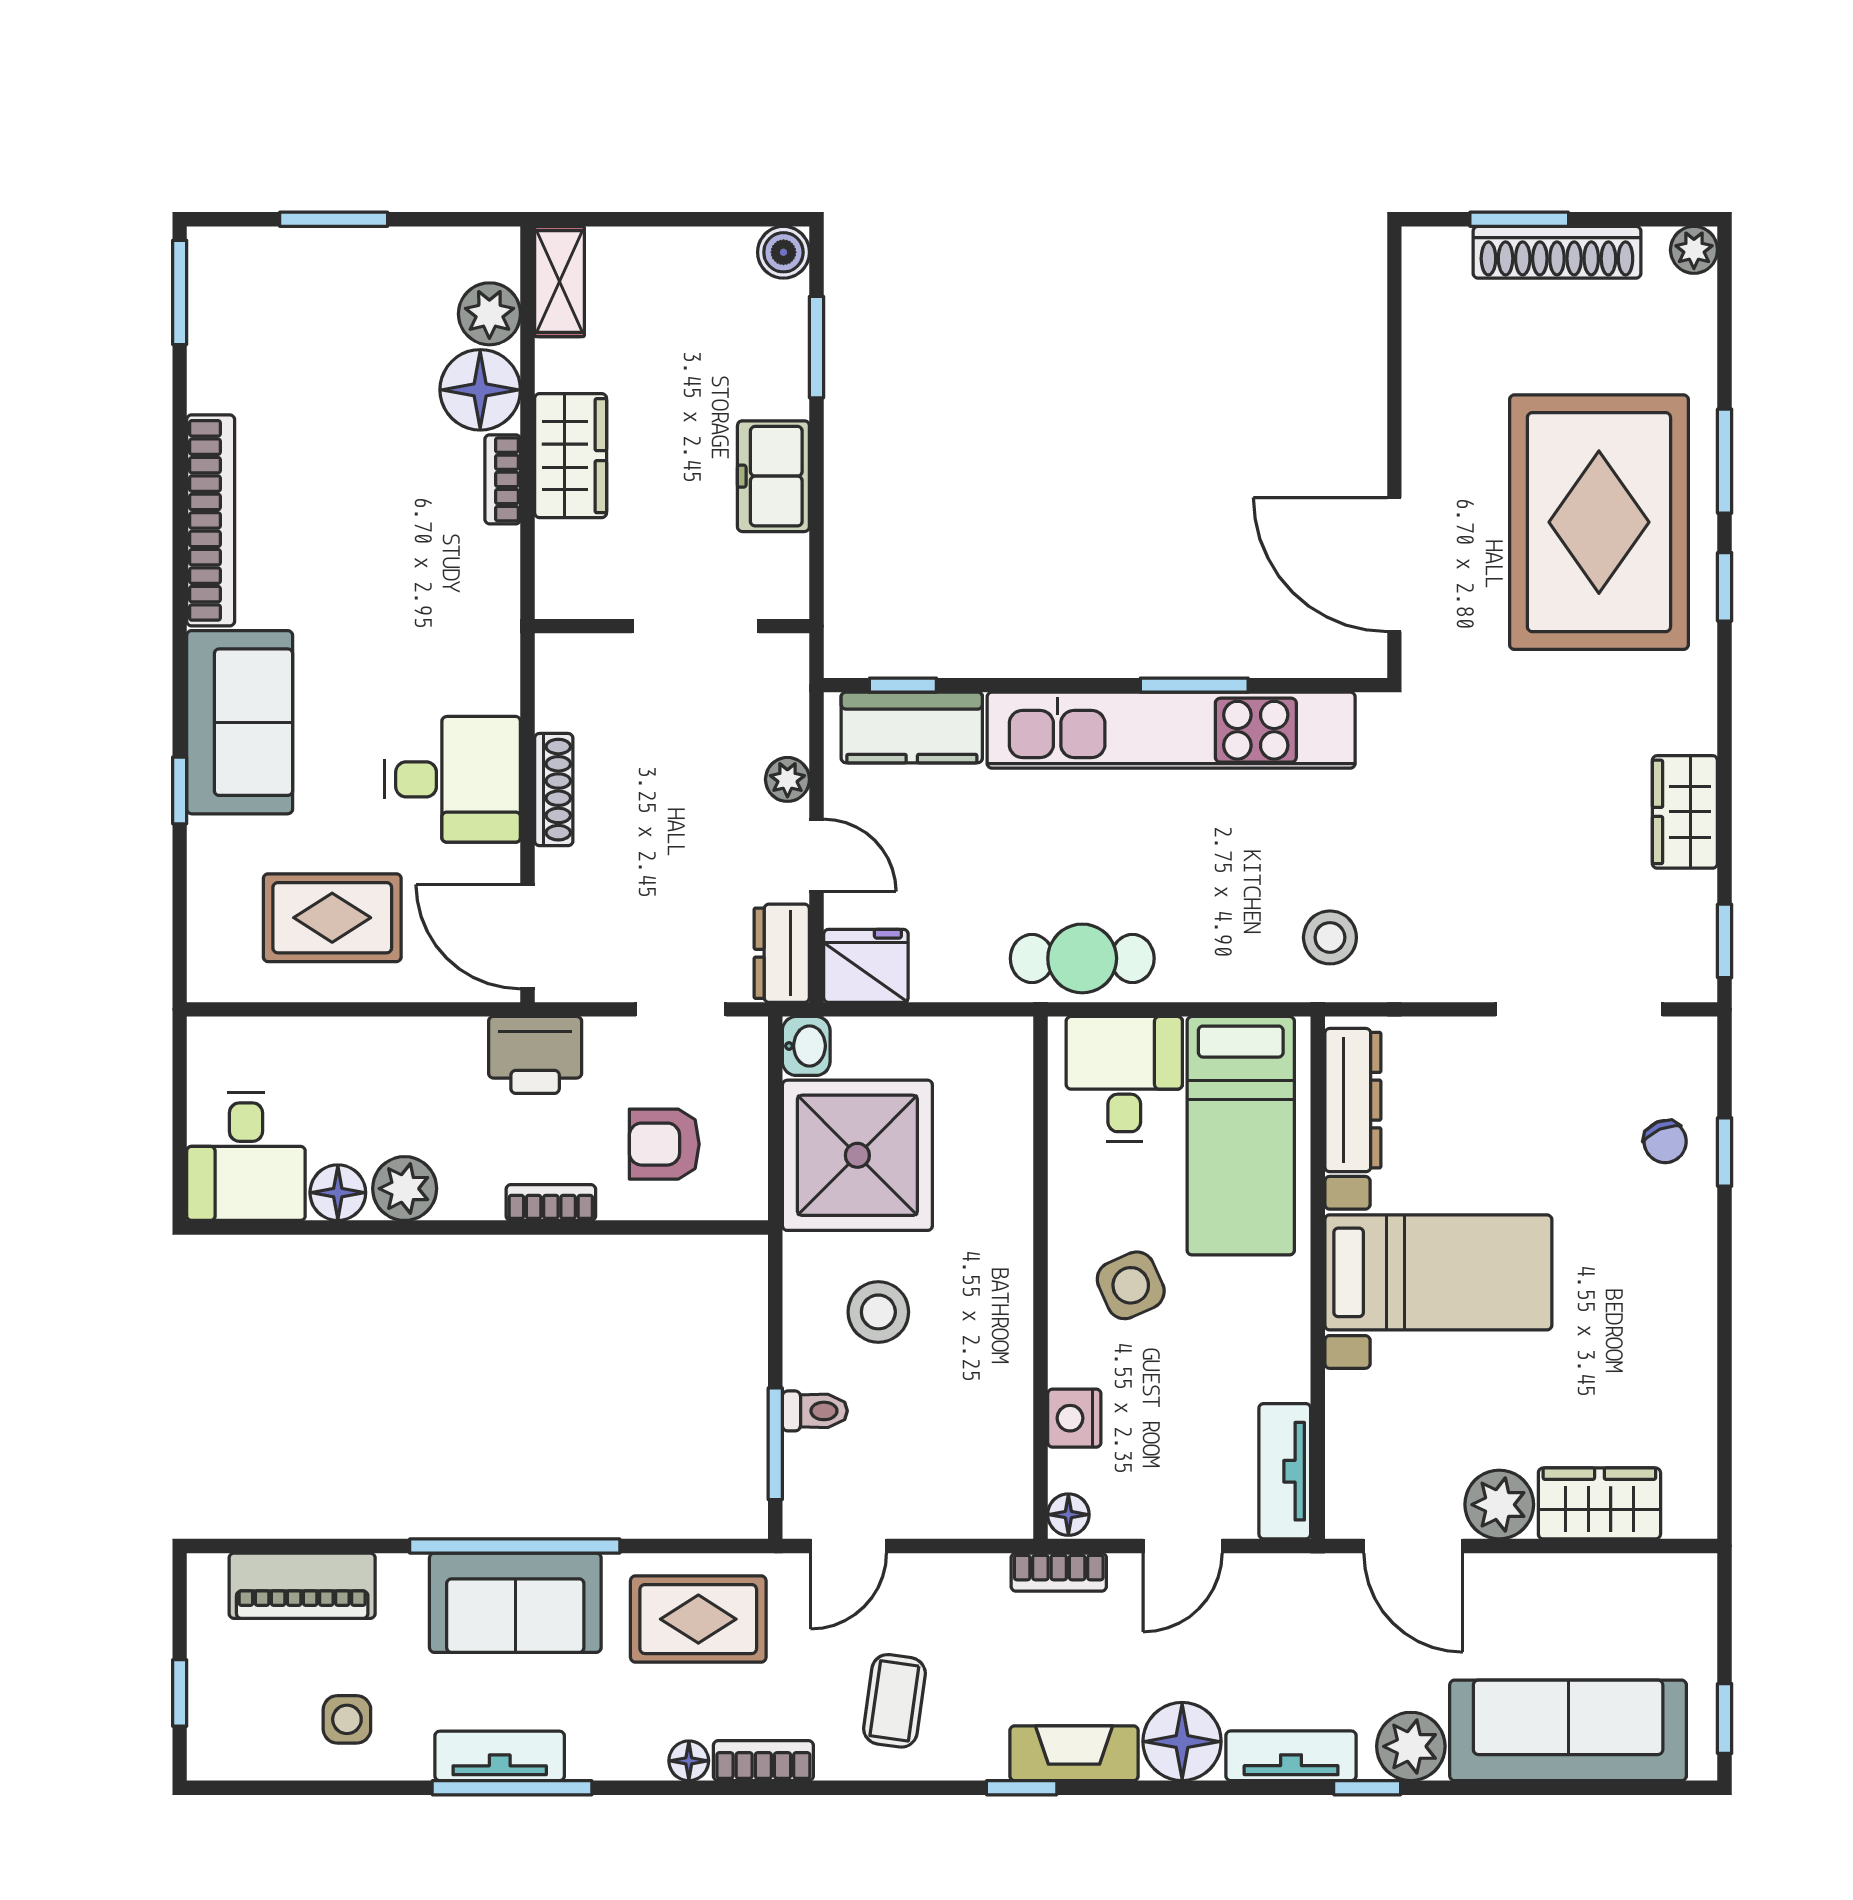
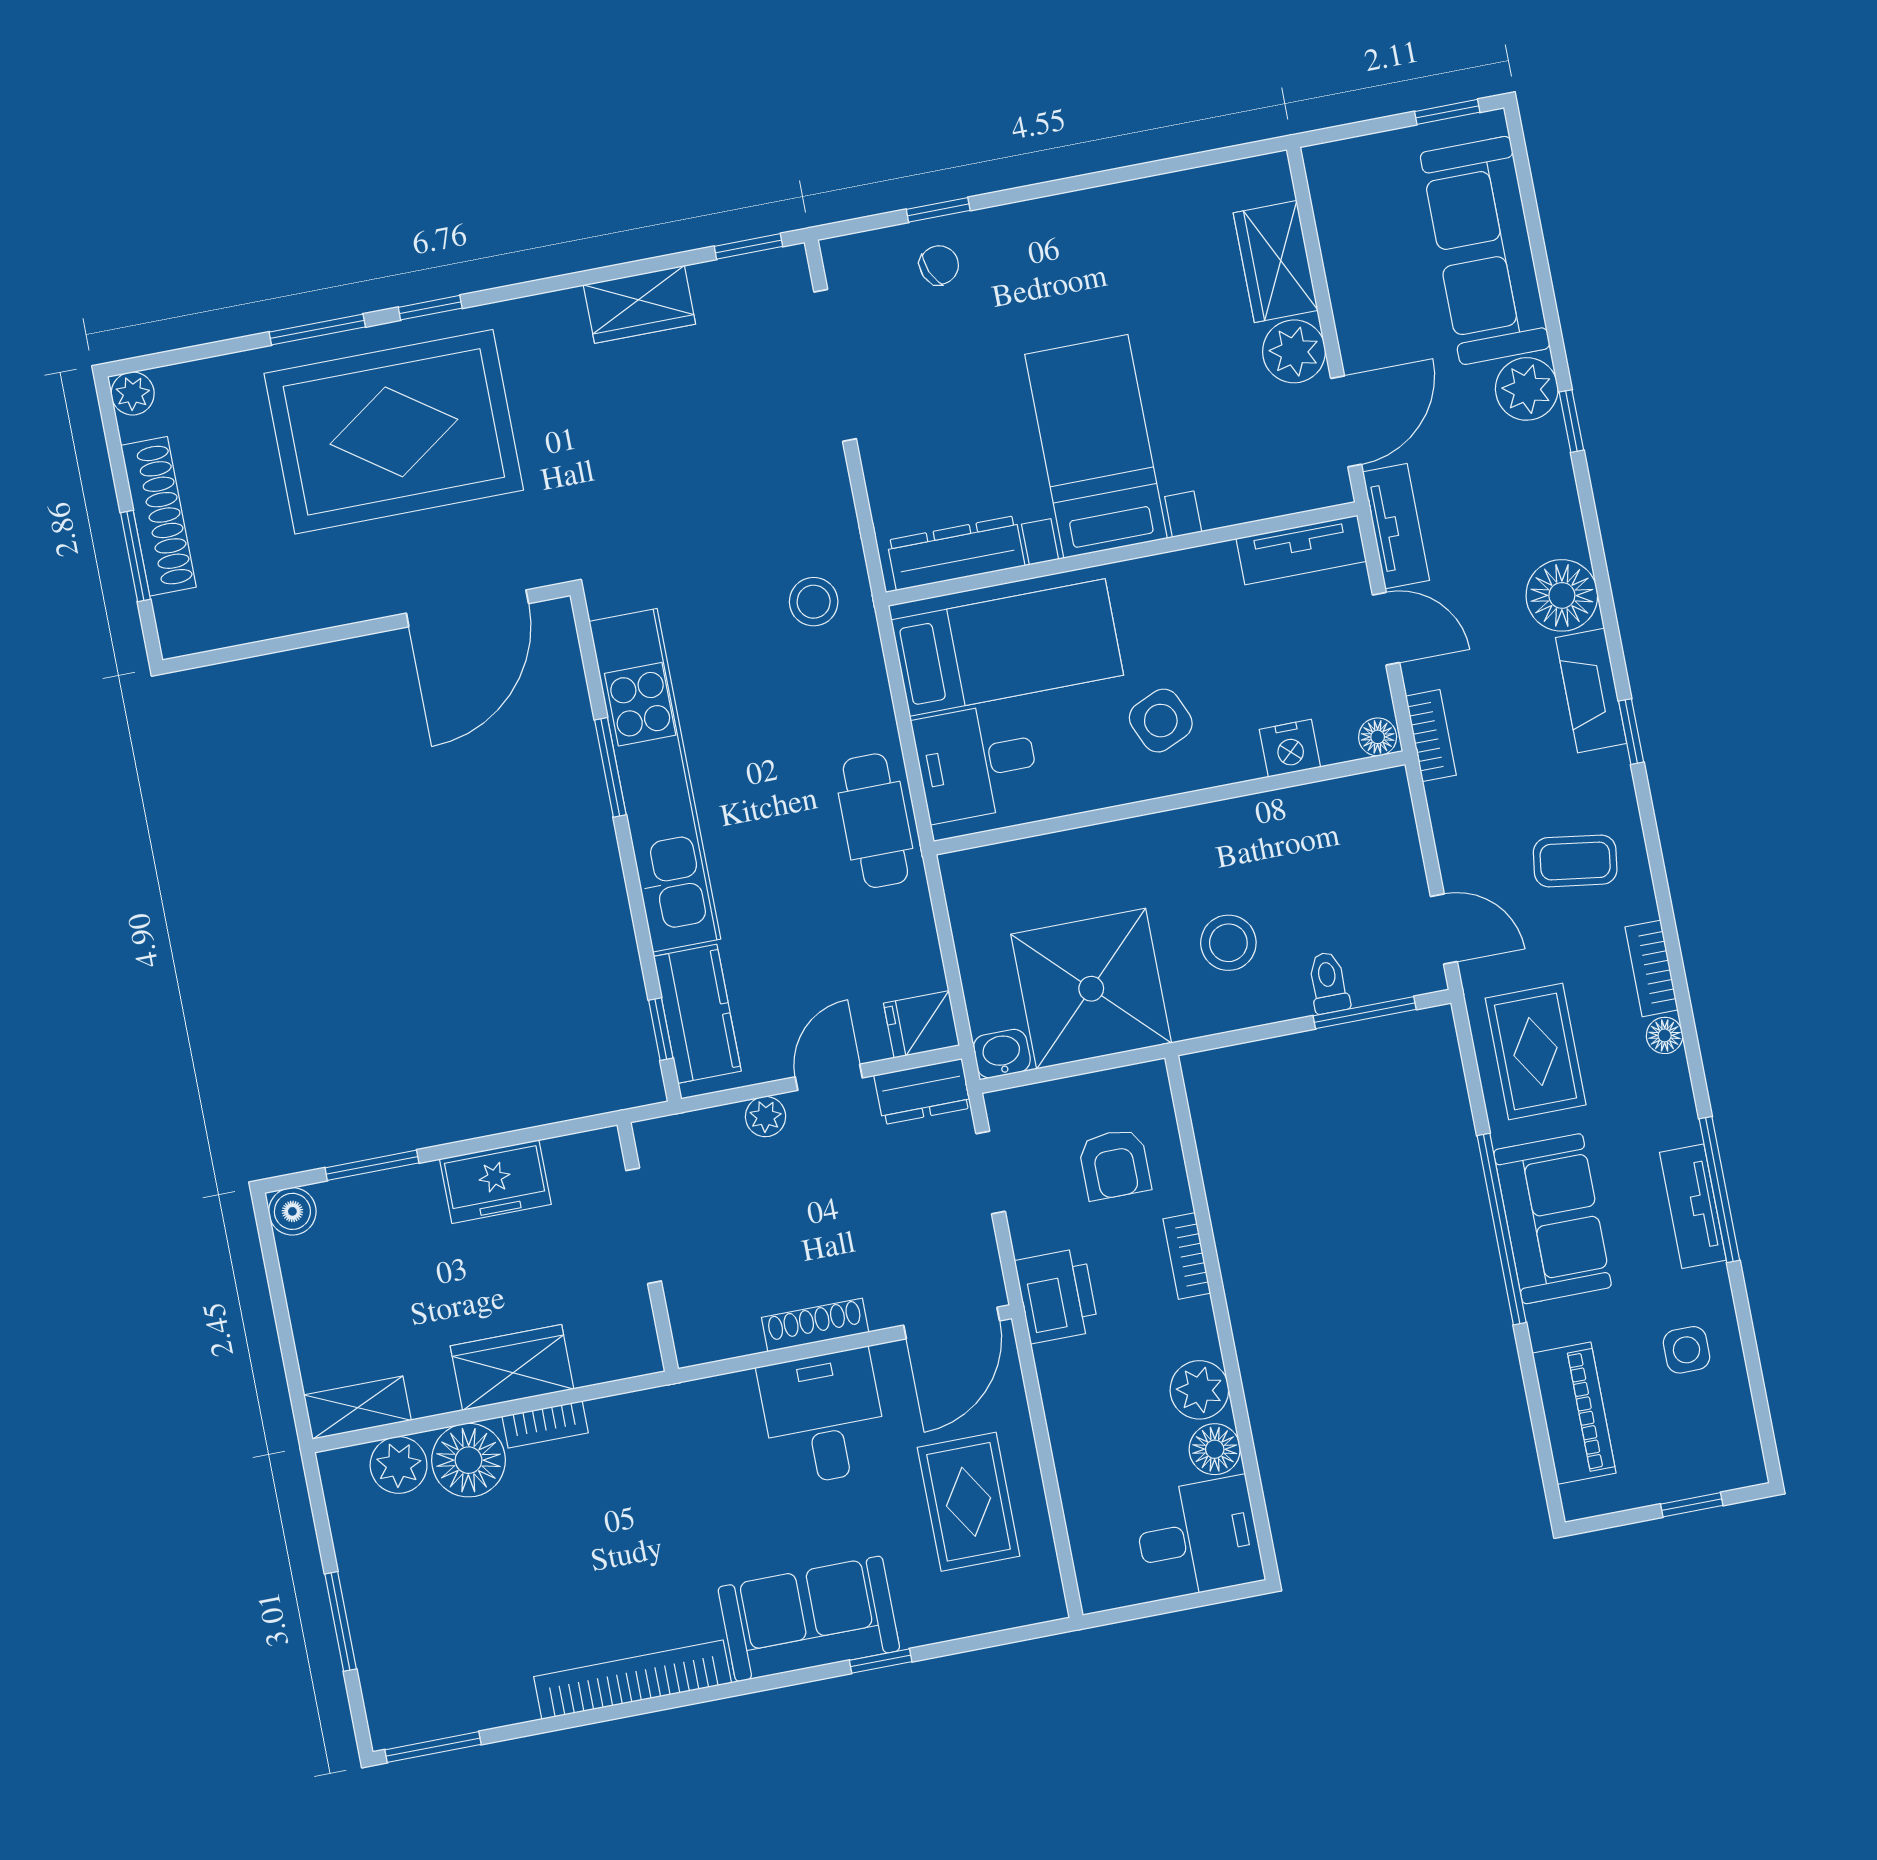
fridge: (866, 966) -> (922, 1024), width x0.72
tv unit: (1291, 1756) -> (1396, 526), moved, turned 180

